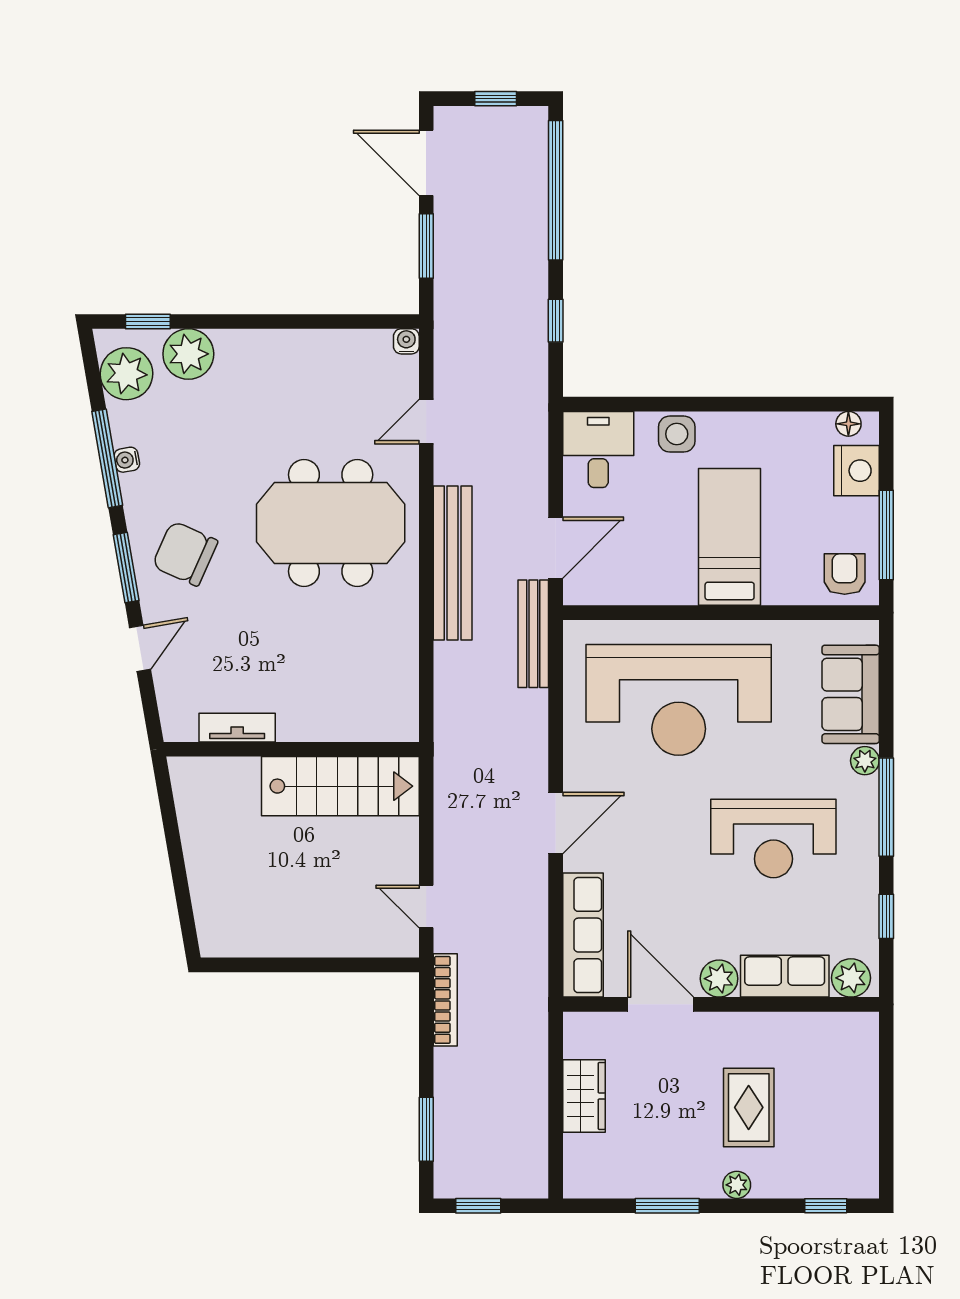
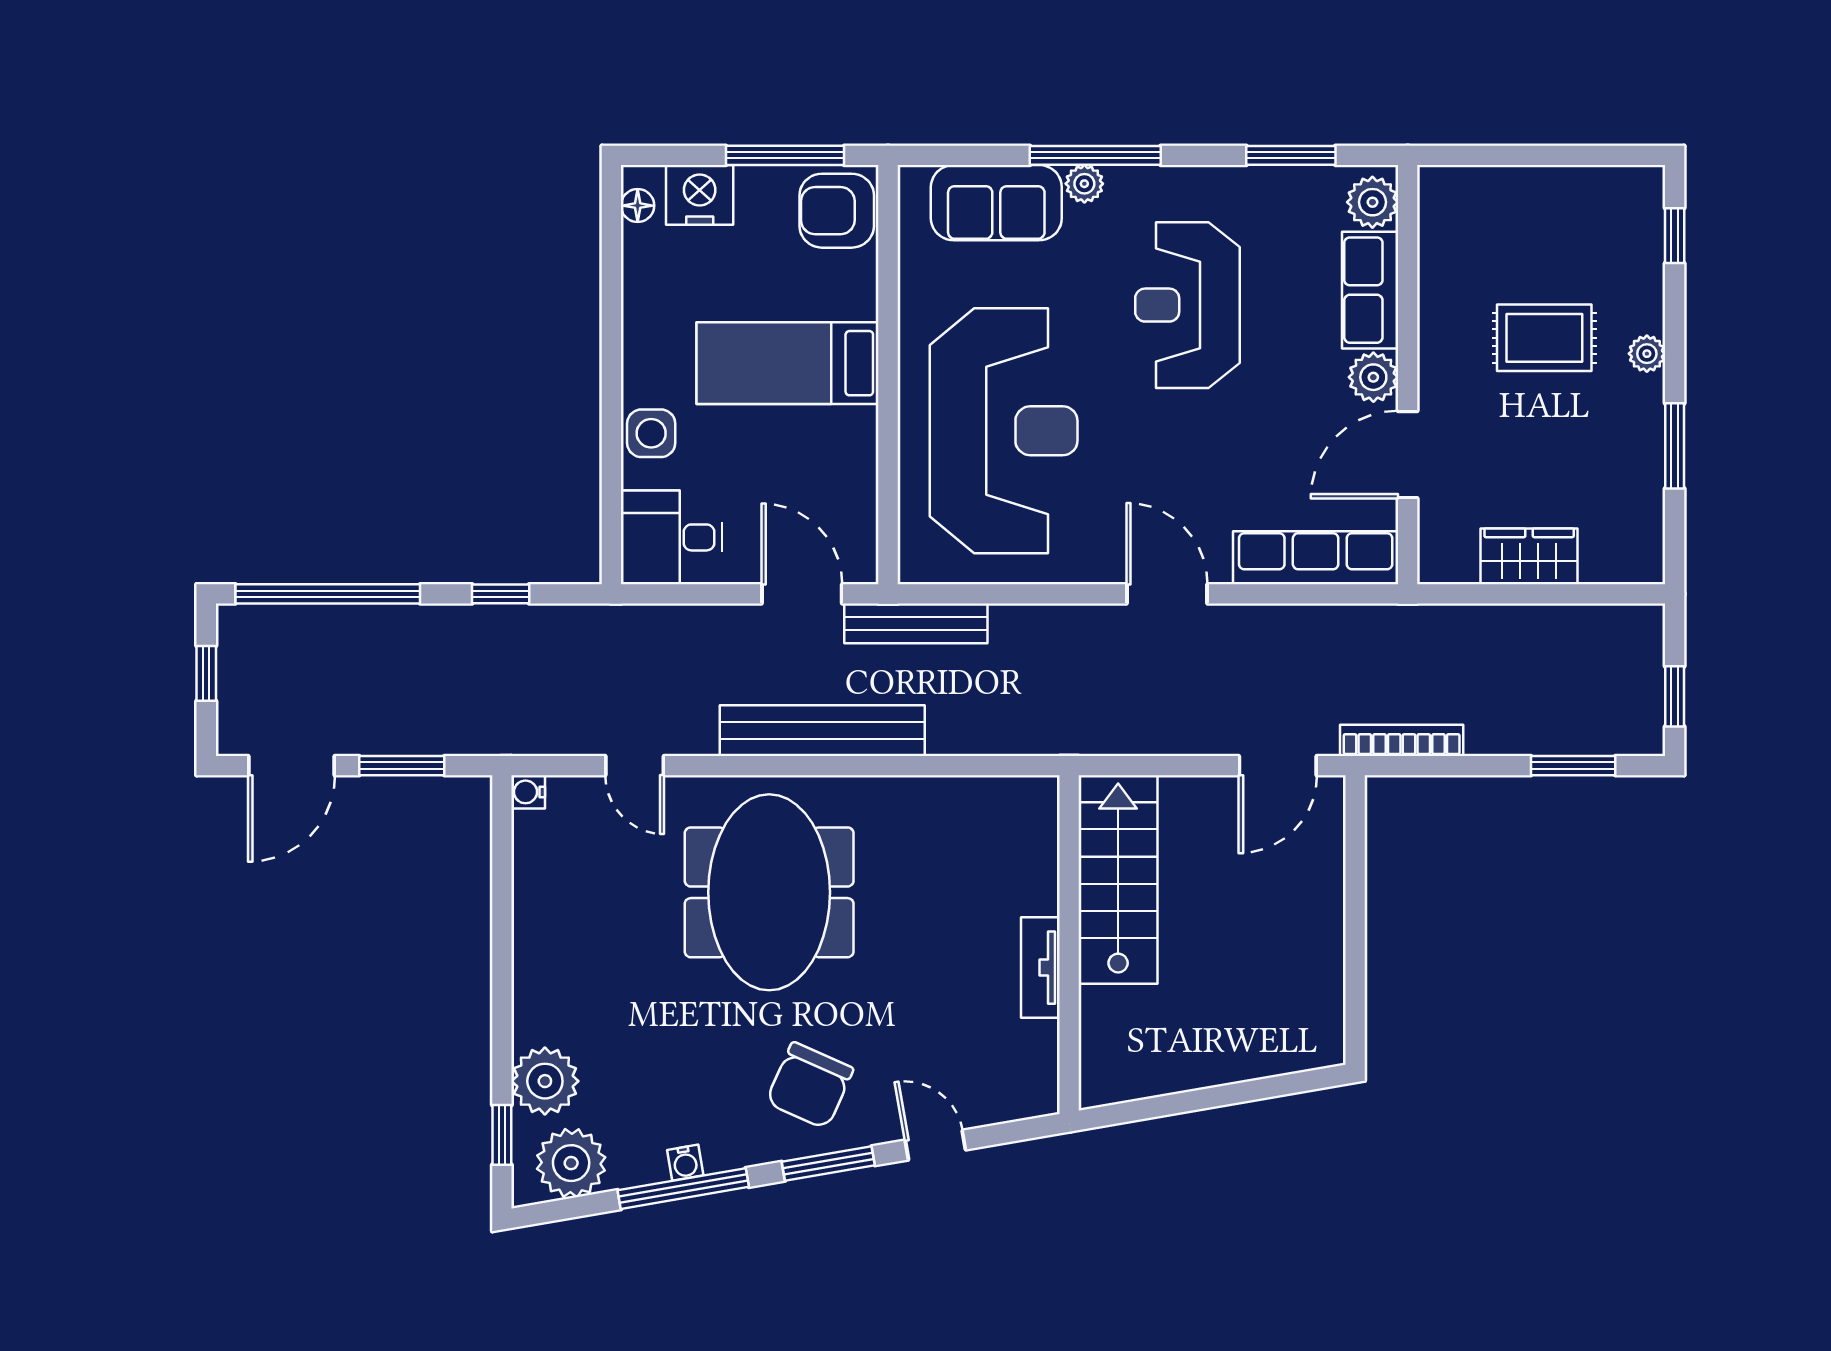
armchair: (845, 574) -> (837, 211), width x1.38, depth x1.38
tv unit: (237, 728) -> (1040, 968), moved
window: (886, 807) -> (1095, 155), moved
reception desk: (773, 838) -> (1187, 305), turned 180
door: (426, 907) -> (1278, 766), width x1.38
window: (886, 916) -> (1291, 155), width x1.50

